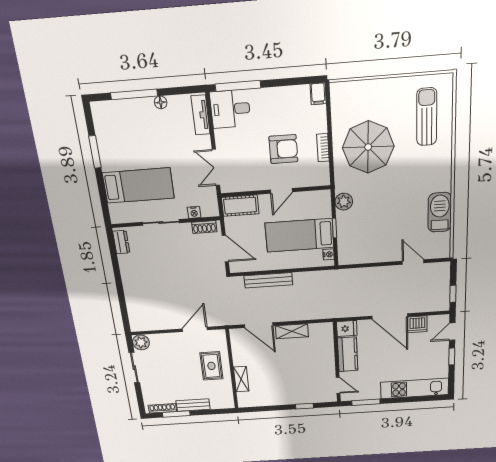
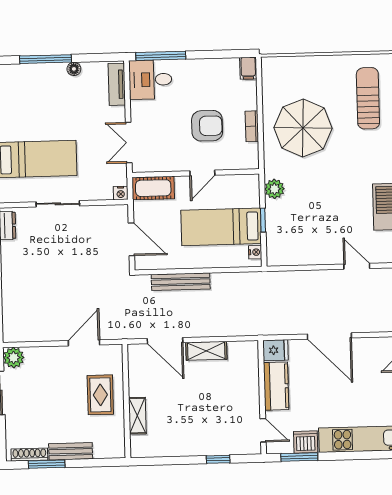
nightstand: (194, 212) -> (121, 193), moved
shoe rack: (204, 227) -> (109, 212), removed
dishwasher: (417, 324) -> (306, 442), moved, turned 180

